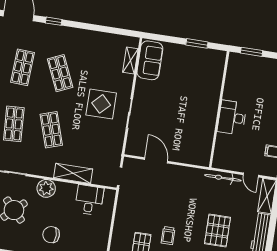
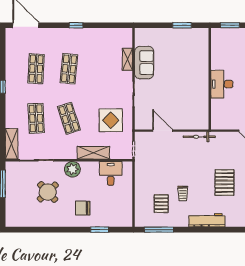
window: (54, 21) -> (76, 25), moved
sofa: (150, 60) -> (144, 63), moved
shelving: (130, 61) -> (127, 59), moved
shop shelf: (60, 73) -> (69, 69), turned 30
display table: (101, 104) -> (111, 120), moved
bicycle: (223, 178) -> (199, 137), moved

